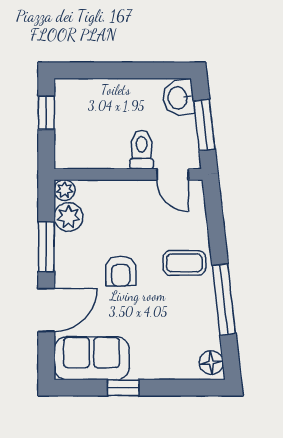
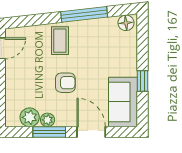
plant: (65, 190) -> (47, 120), moved

